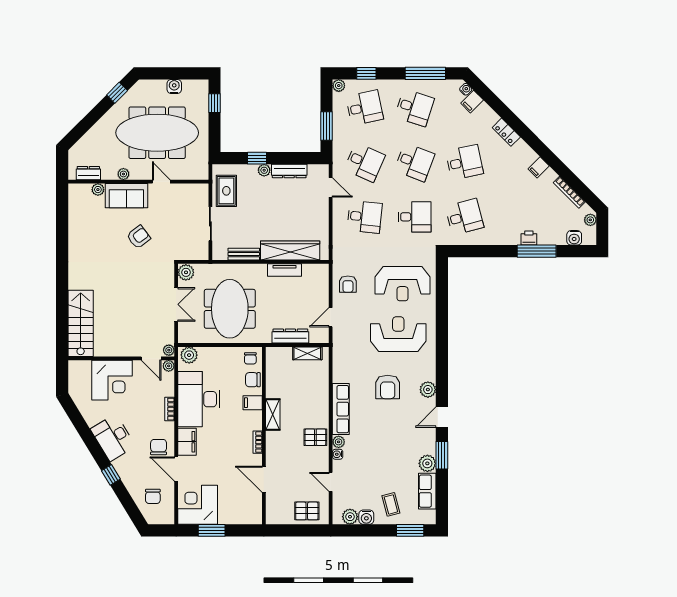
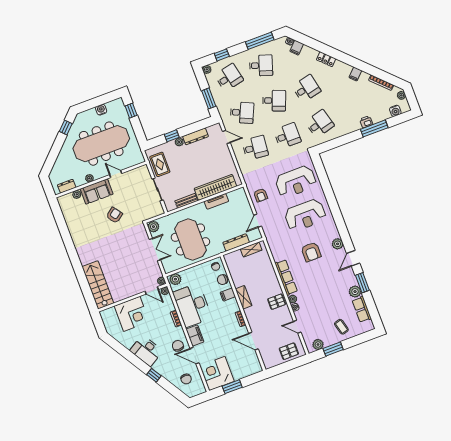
reception desk: (398, 334) -> (305, 215), turned 180
water cooler: (366, 517) -> (329, 341), removed
window: (410, 530) -> (333, 349), moved

